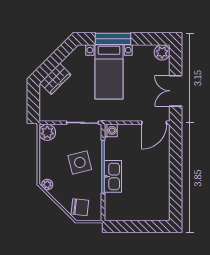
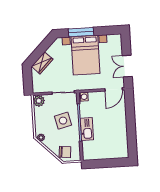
plant: (162, 52) -> (116, 40), removed
bed with nightstands: (109, 72) -> (86, 55), width x1.36

